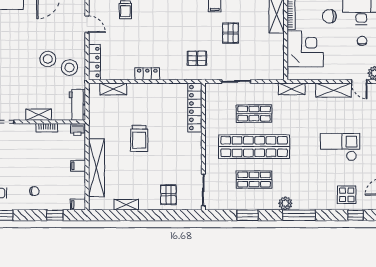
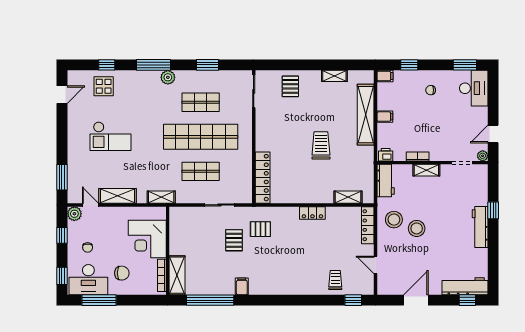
pallet: (230, 33) -> (234, 240), moved
window: (355, 215) -> (107, 65), moved

